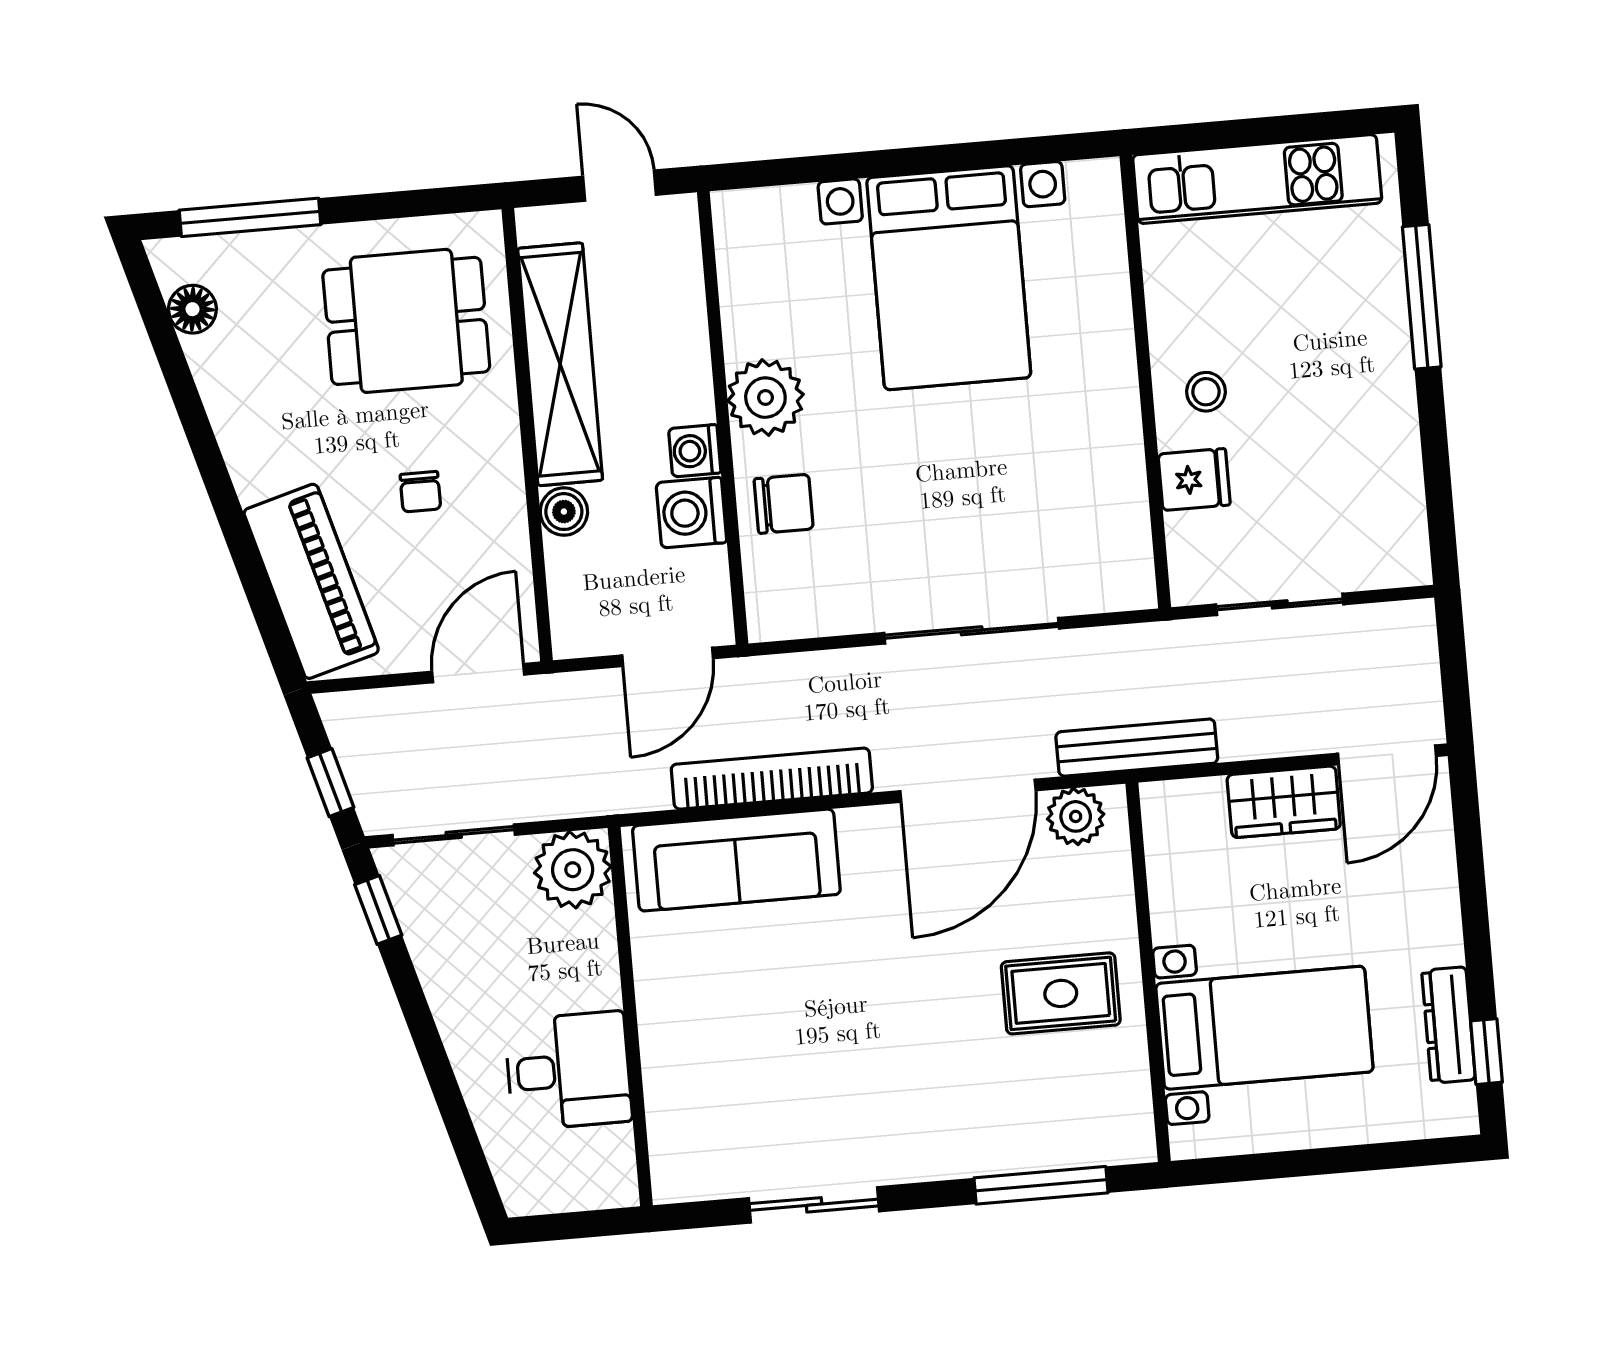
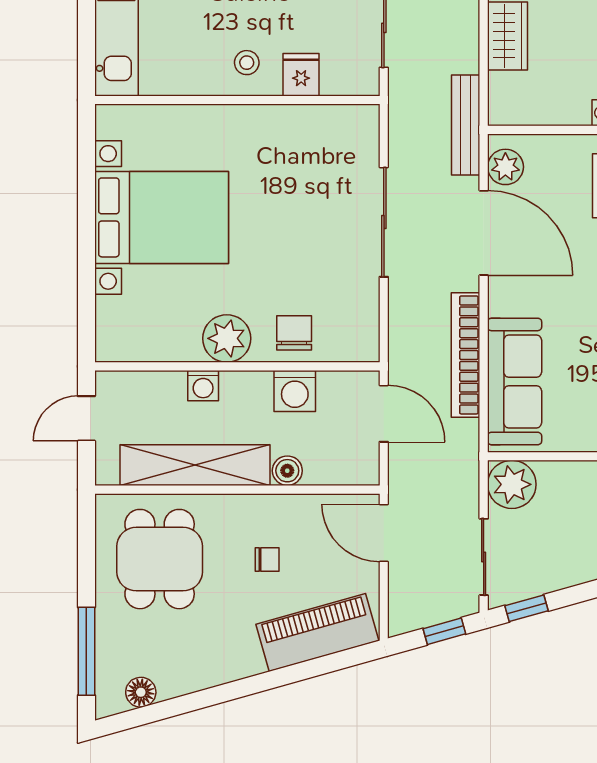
washing machine: (695, 451) -> (203, 386), moved

